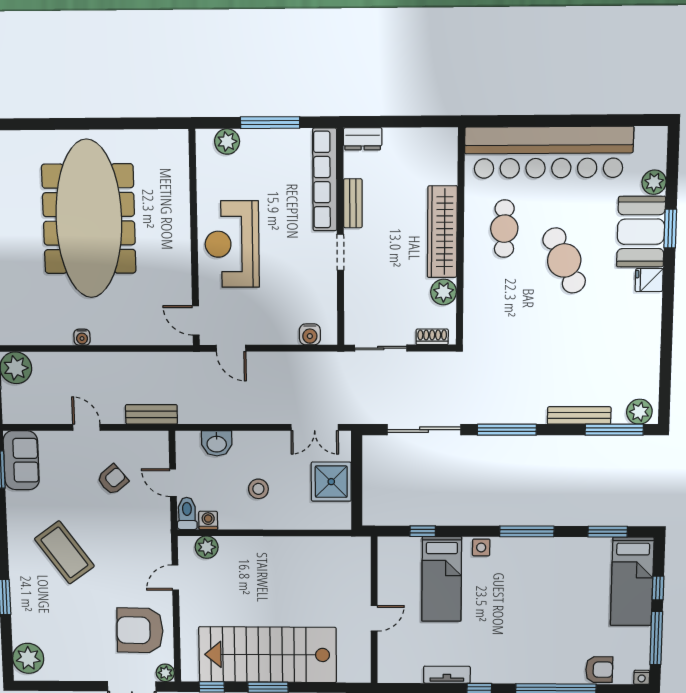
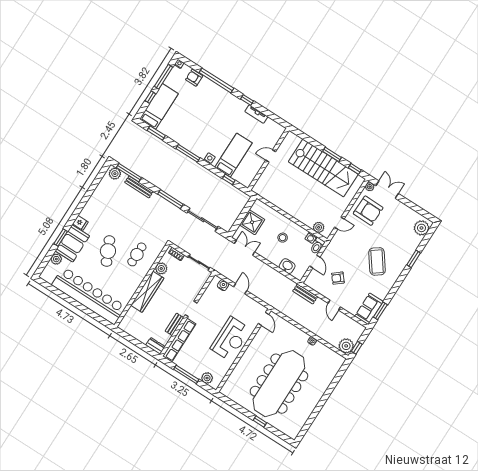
window: (76, 124) -> (260, 422), added
cafe table: (504, 229) -> (137, 254), moved
door: (231, 348) -> (240, 289), moved

